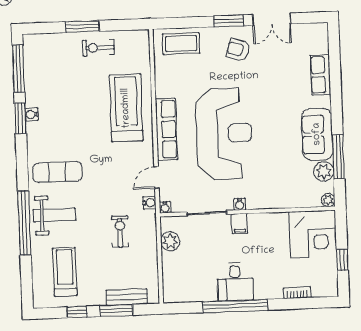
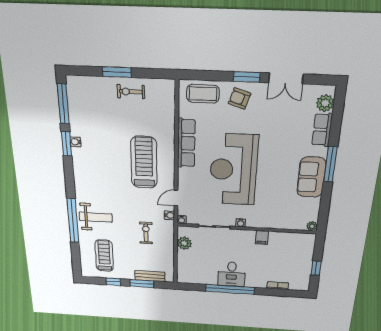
armchair: (238, 50) -> (240, 98), moved
treadmill: (126, 108) -> (144, 162), moved
row of seats: (166, 129) -> (186, 143), moved
reception desk: (224, 133) -> (233, 170), turned 180
window: (338, 157) -> (330, 164), moved
plant: (324, 171) -> (325, 103), moved
exercise mat: (57, 172) -> (97, 187), removed
filing cabinet: (240, 224) -> (262, 237), moved
corner desk: (313, 234) -> (296, 249), removed

